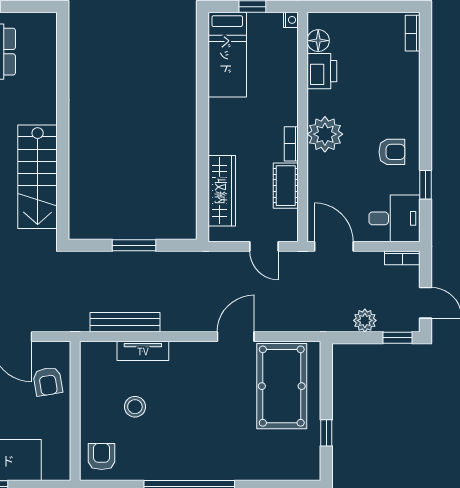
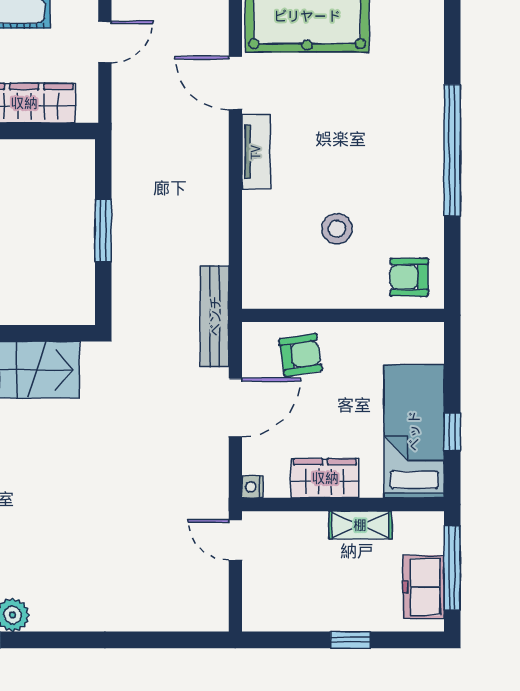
bench: (125, 322) -> (215, 316), moved
tv unit: (143, 351) -> (256, 152), moved

